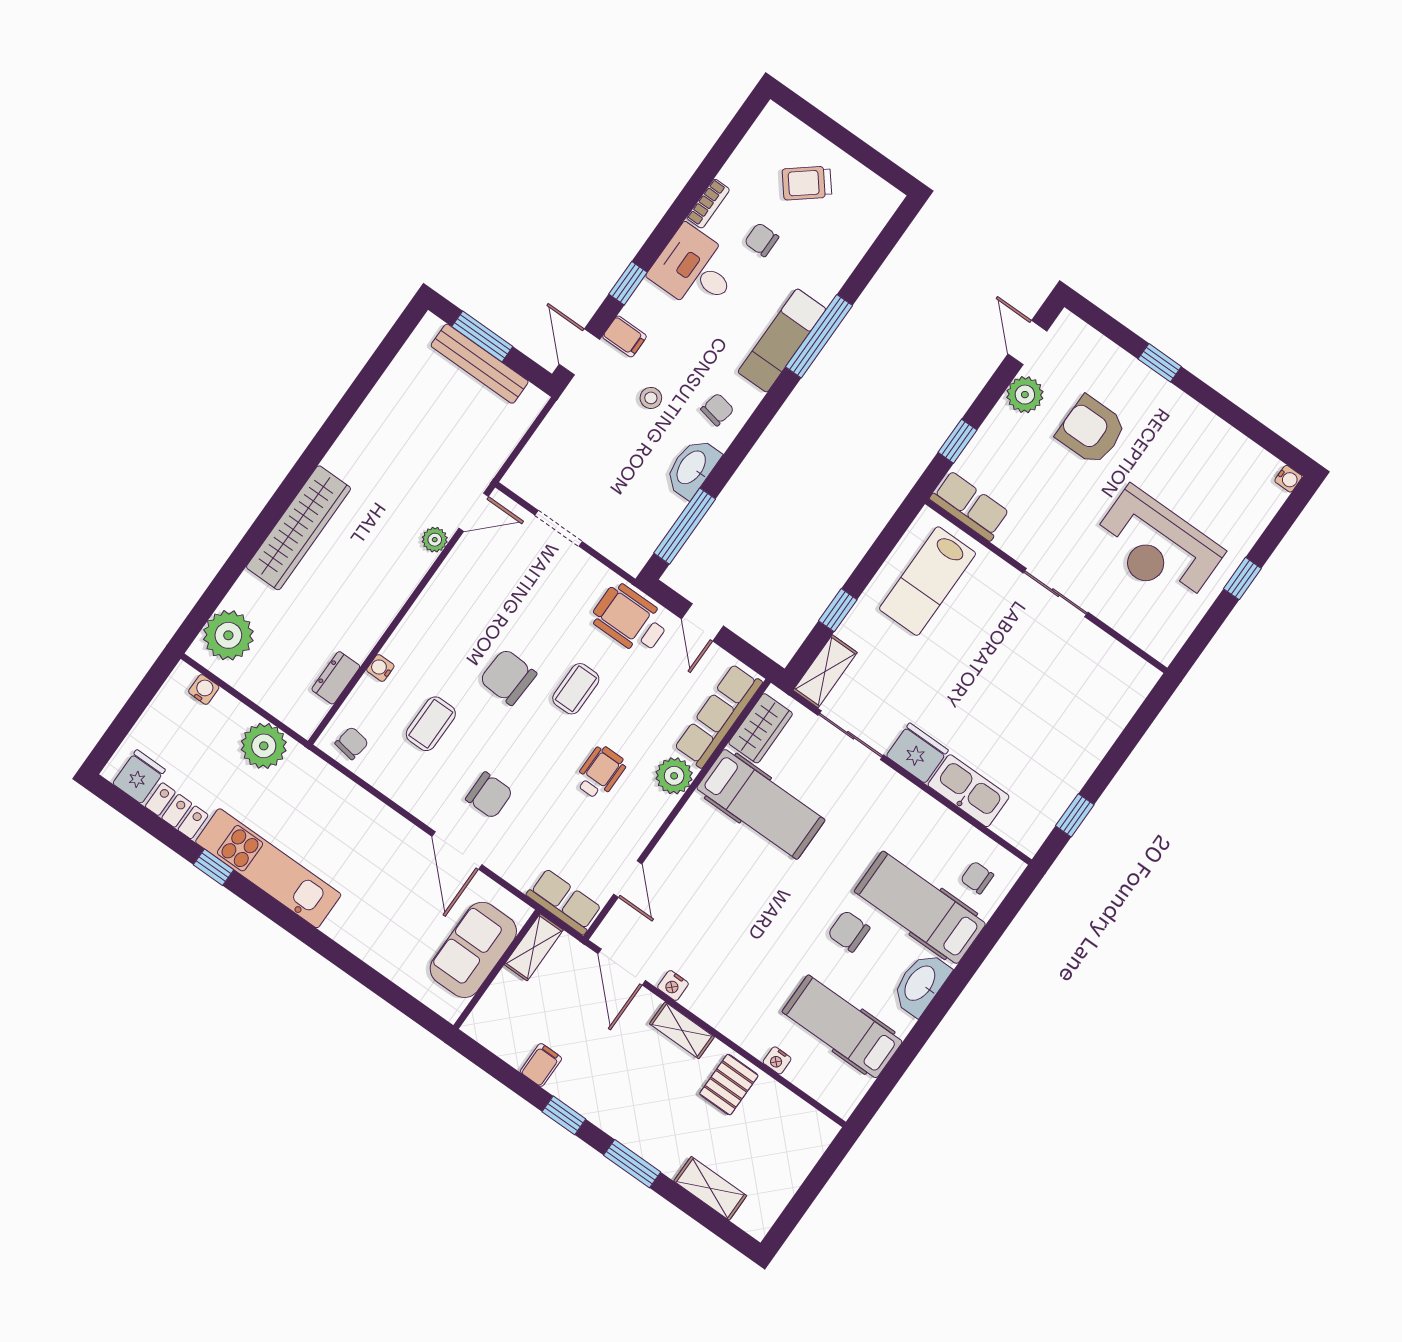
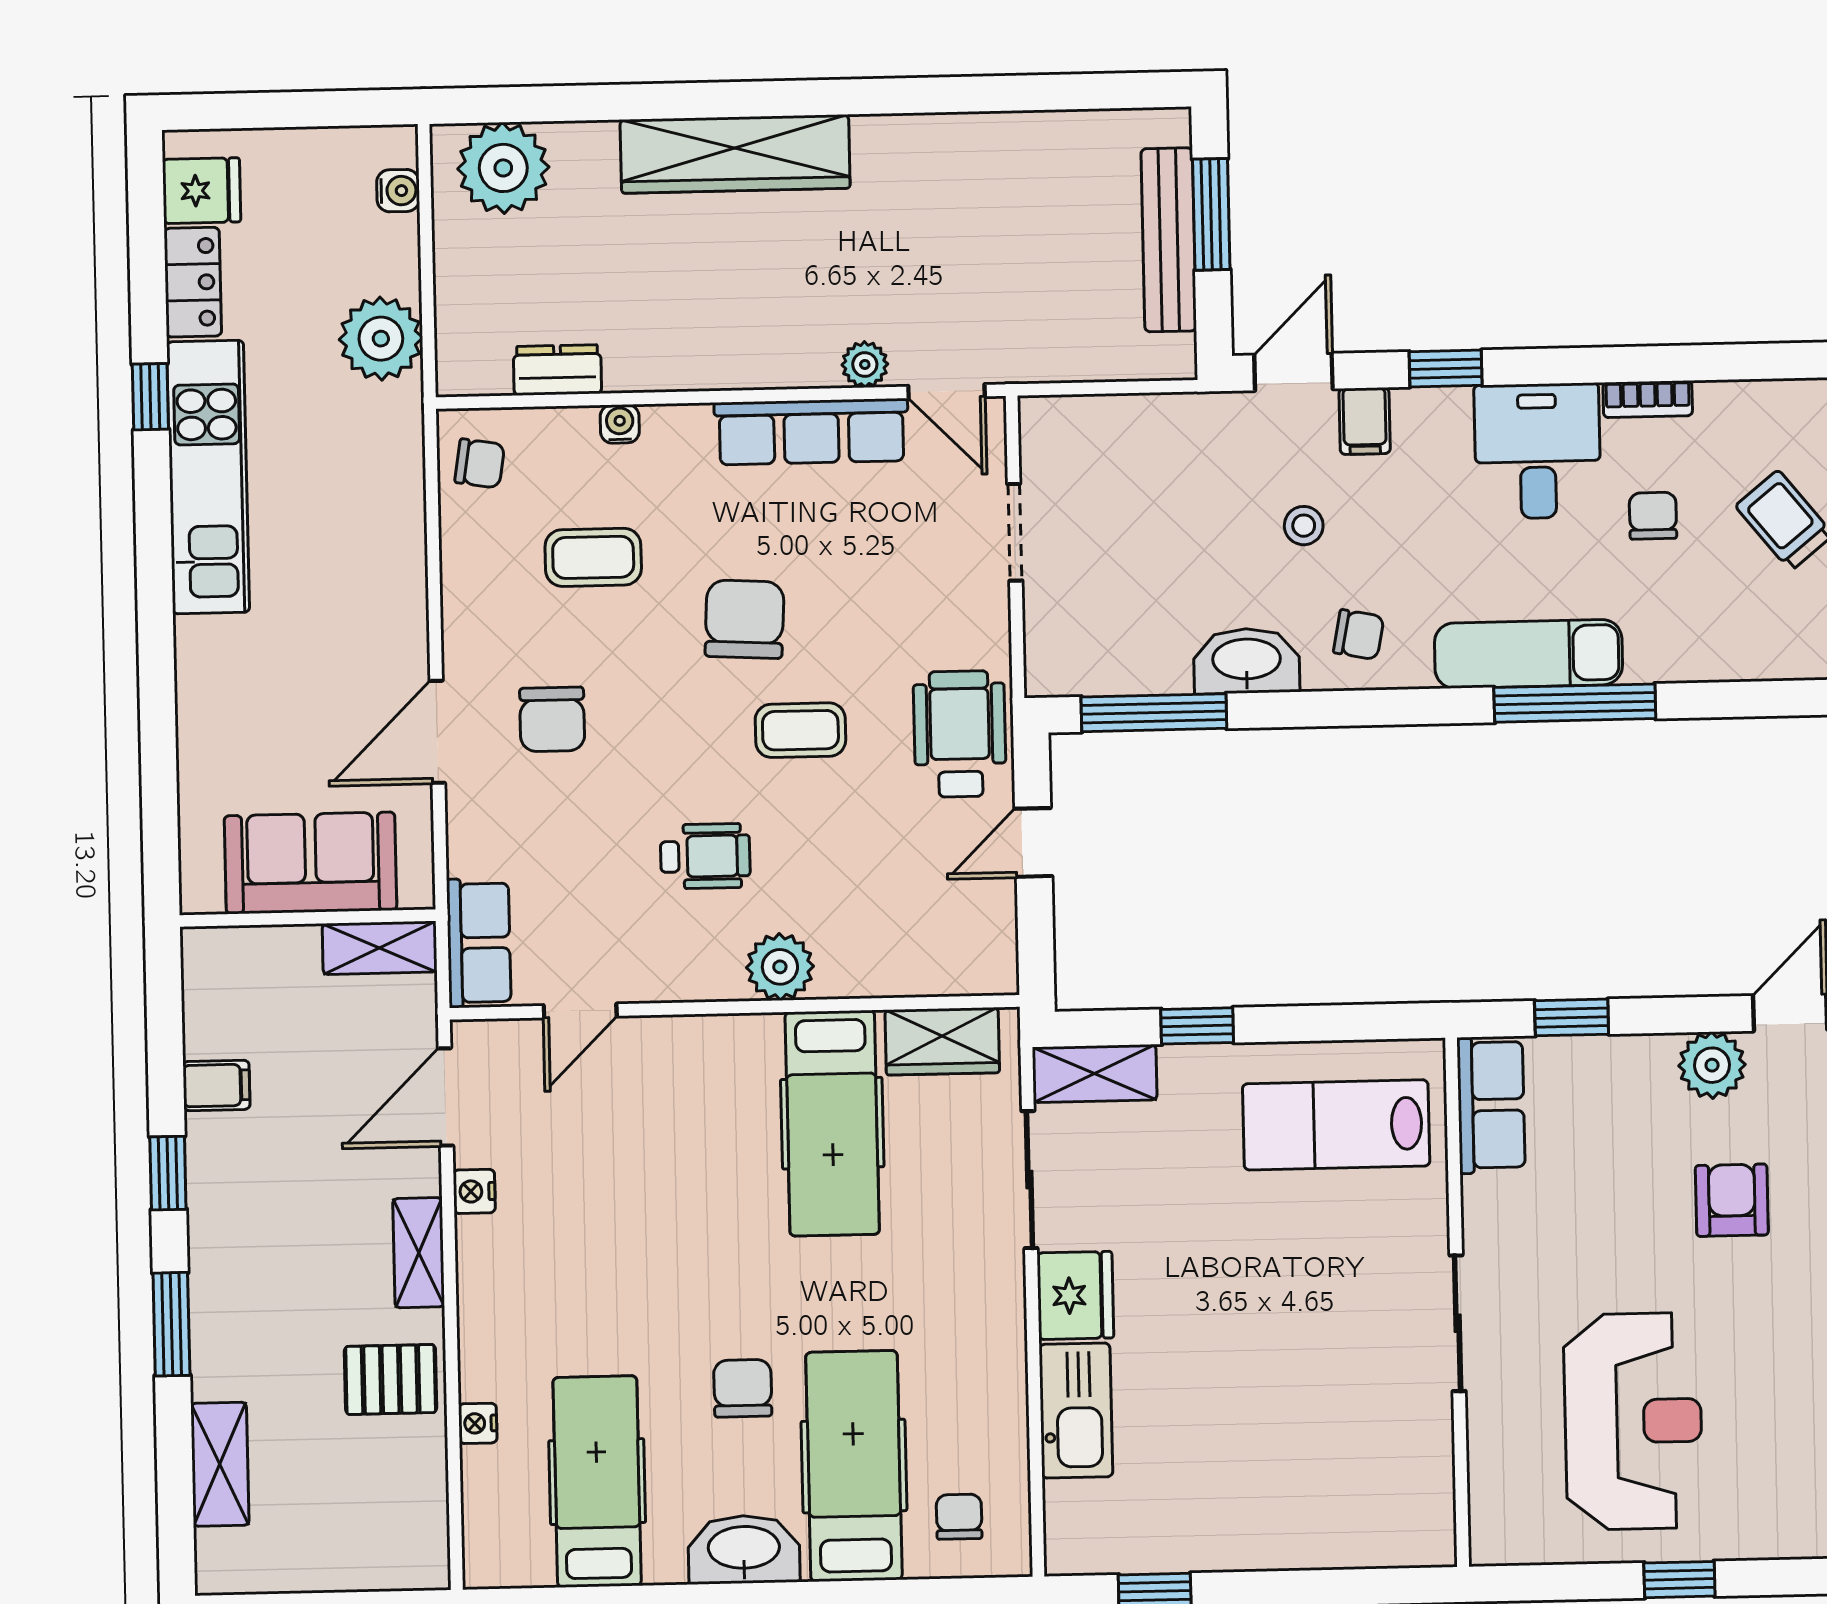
armchair: (1091, 430) -> (1732, 1200), width x0.72, depth x0.72
reception desk: (1157, 547) -> (1633, 1421), turned 180
row of seats: (718, 716) -> (811, 432), moved, turned 180

